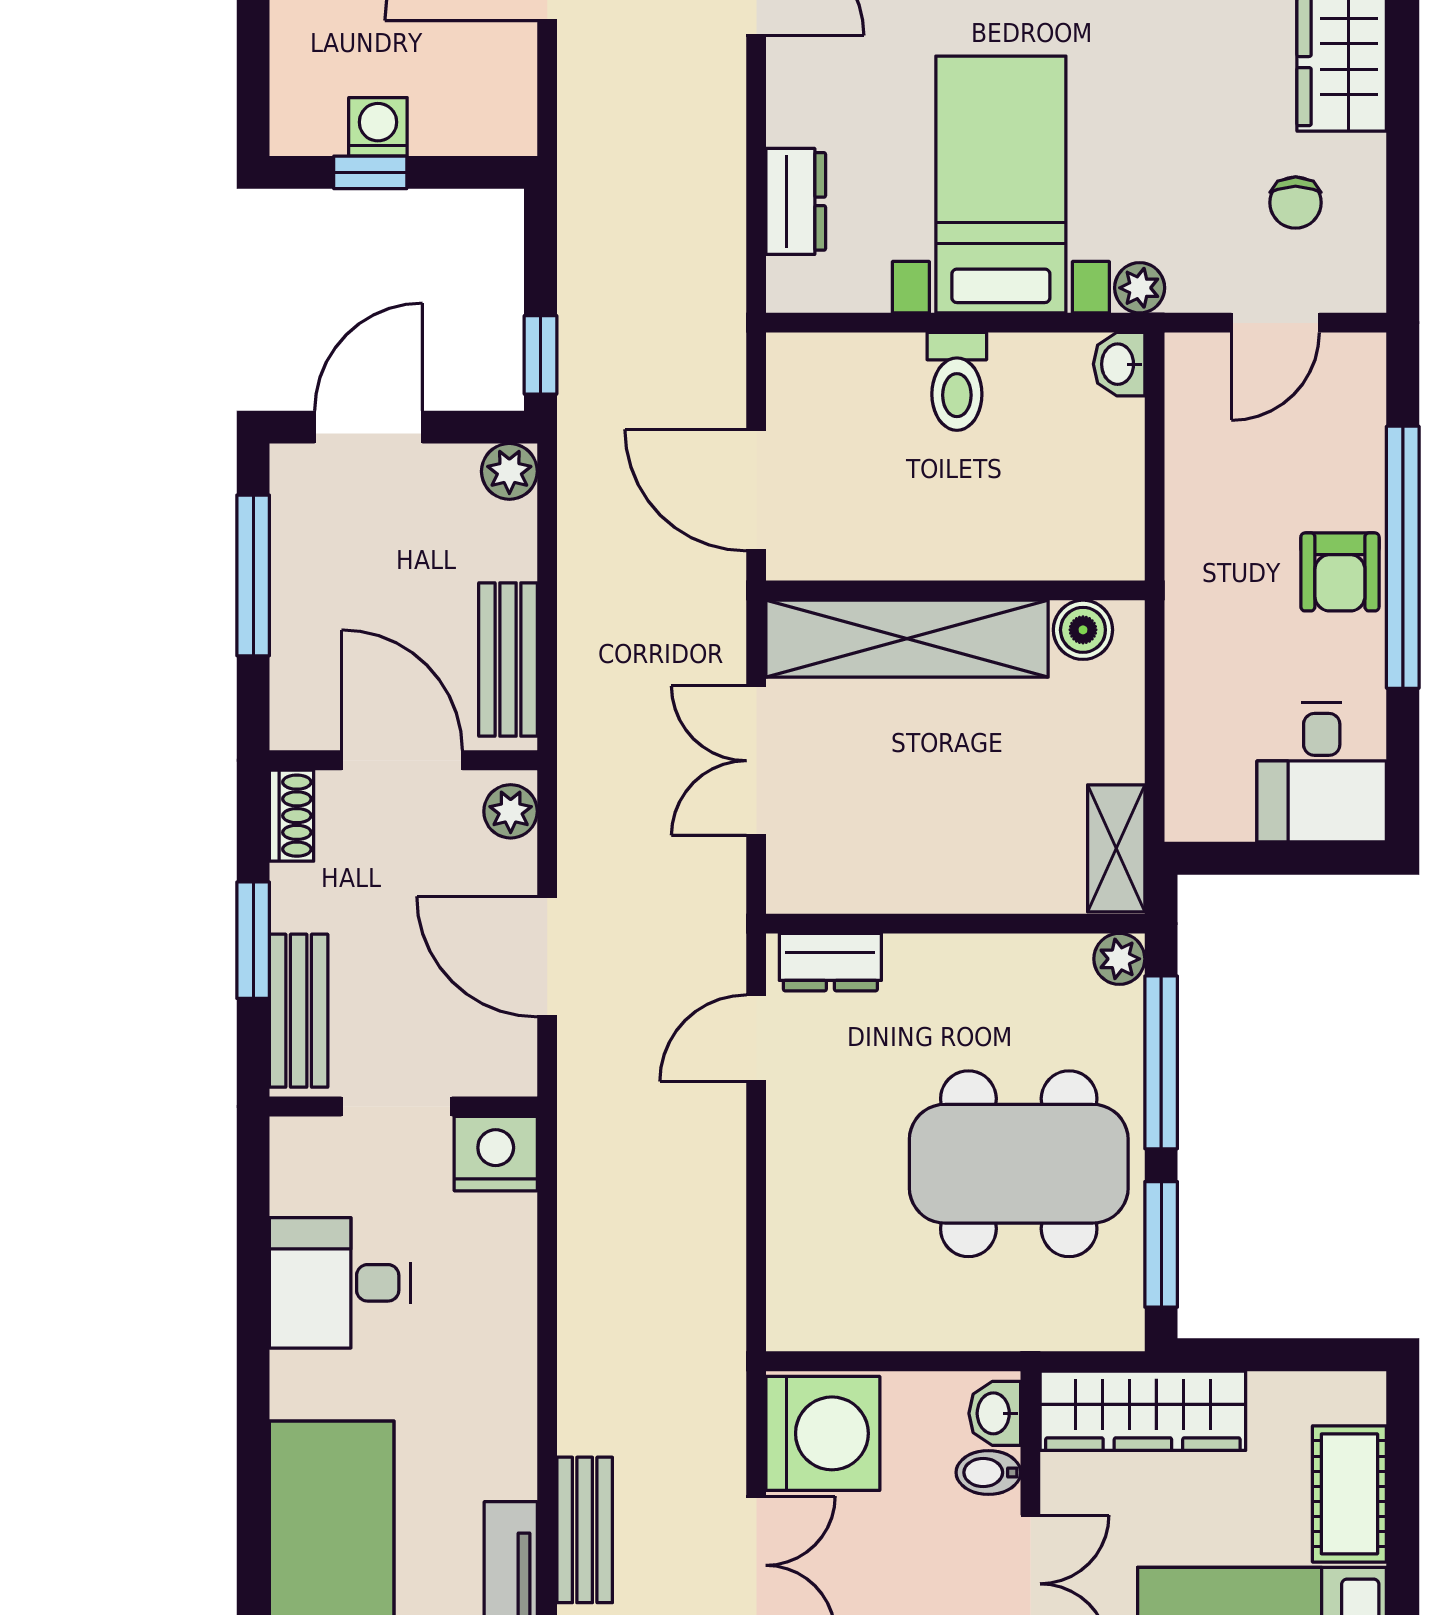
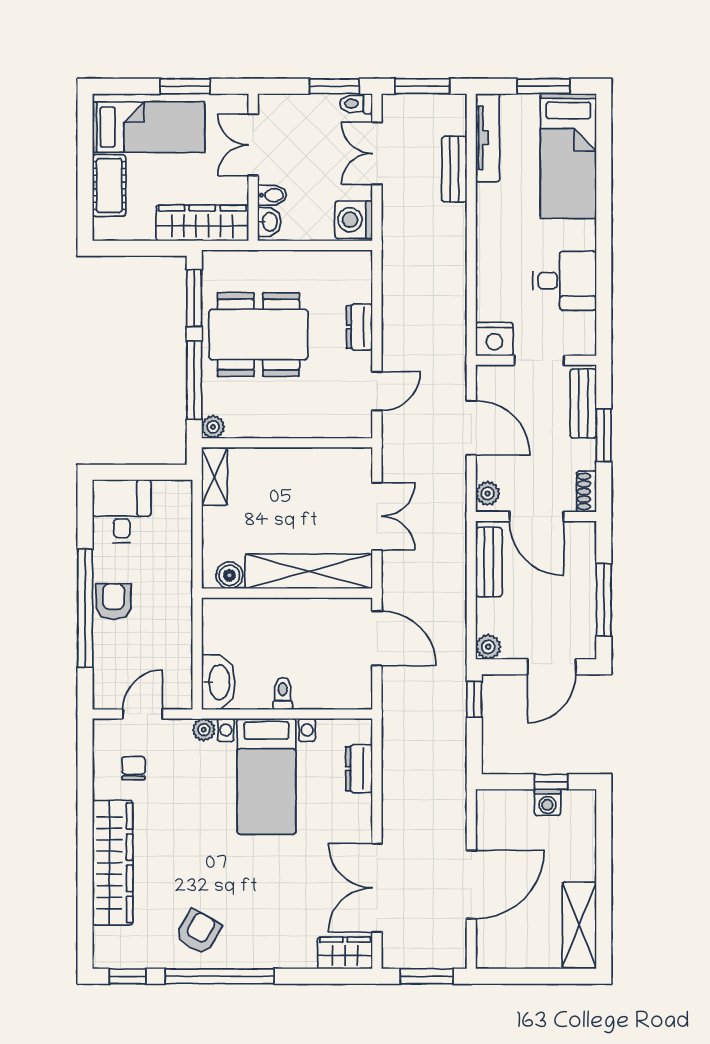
washbasin: (1119, 364) -> (218, 682), width x1.91, depth x1.45
toilet: (957, 381) -> (283, 694), width x0.73, depth x0.72
dresser: (830, 962) -> (360, 327), moved, turned -90
washing machine: (823, 1433) -> (354, 220), width x0.73, depth x0.73

